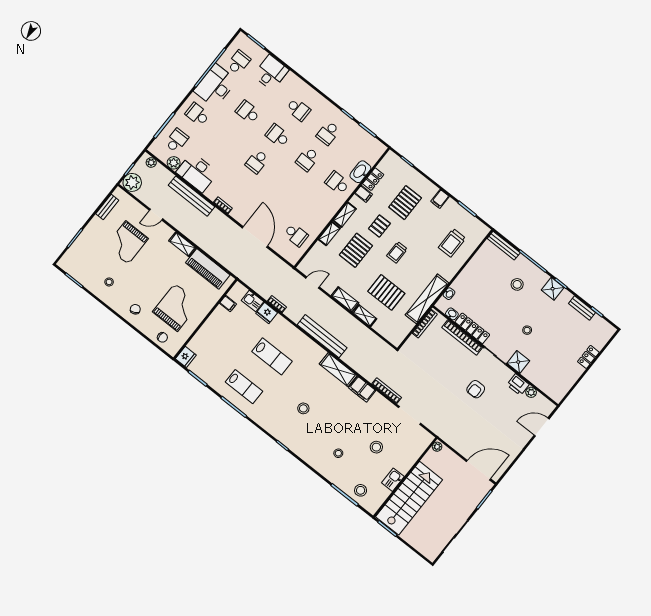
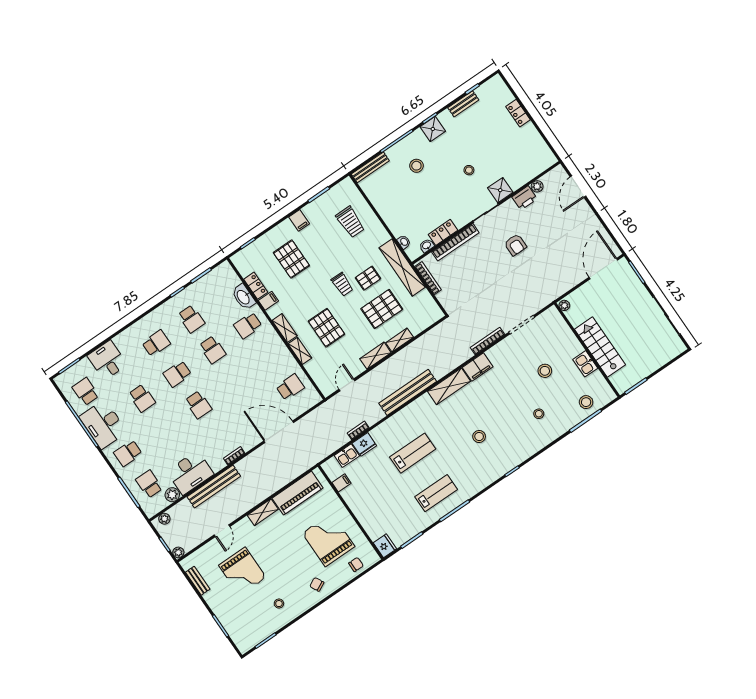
school desk: (248, 112) -> (142, 398), turned -90
plant: (132, 182) -> (178, 552), width x0.53, depth x0.53
pallet: (379, 226) -> (368, 278), moved, turned 90
locker: (472, 328) -> (443, 232), width x0.66
stairs: (409, 498) -> (600, 347), width x0.73, depth x0.66

